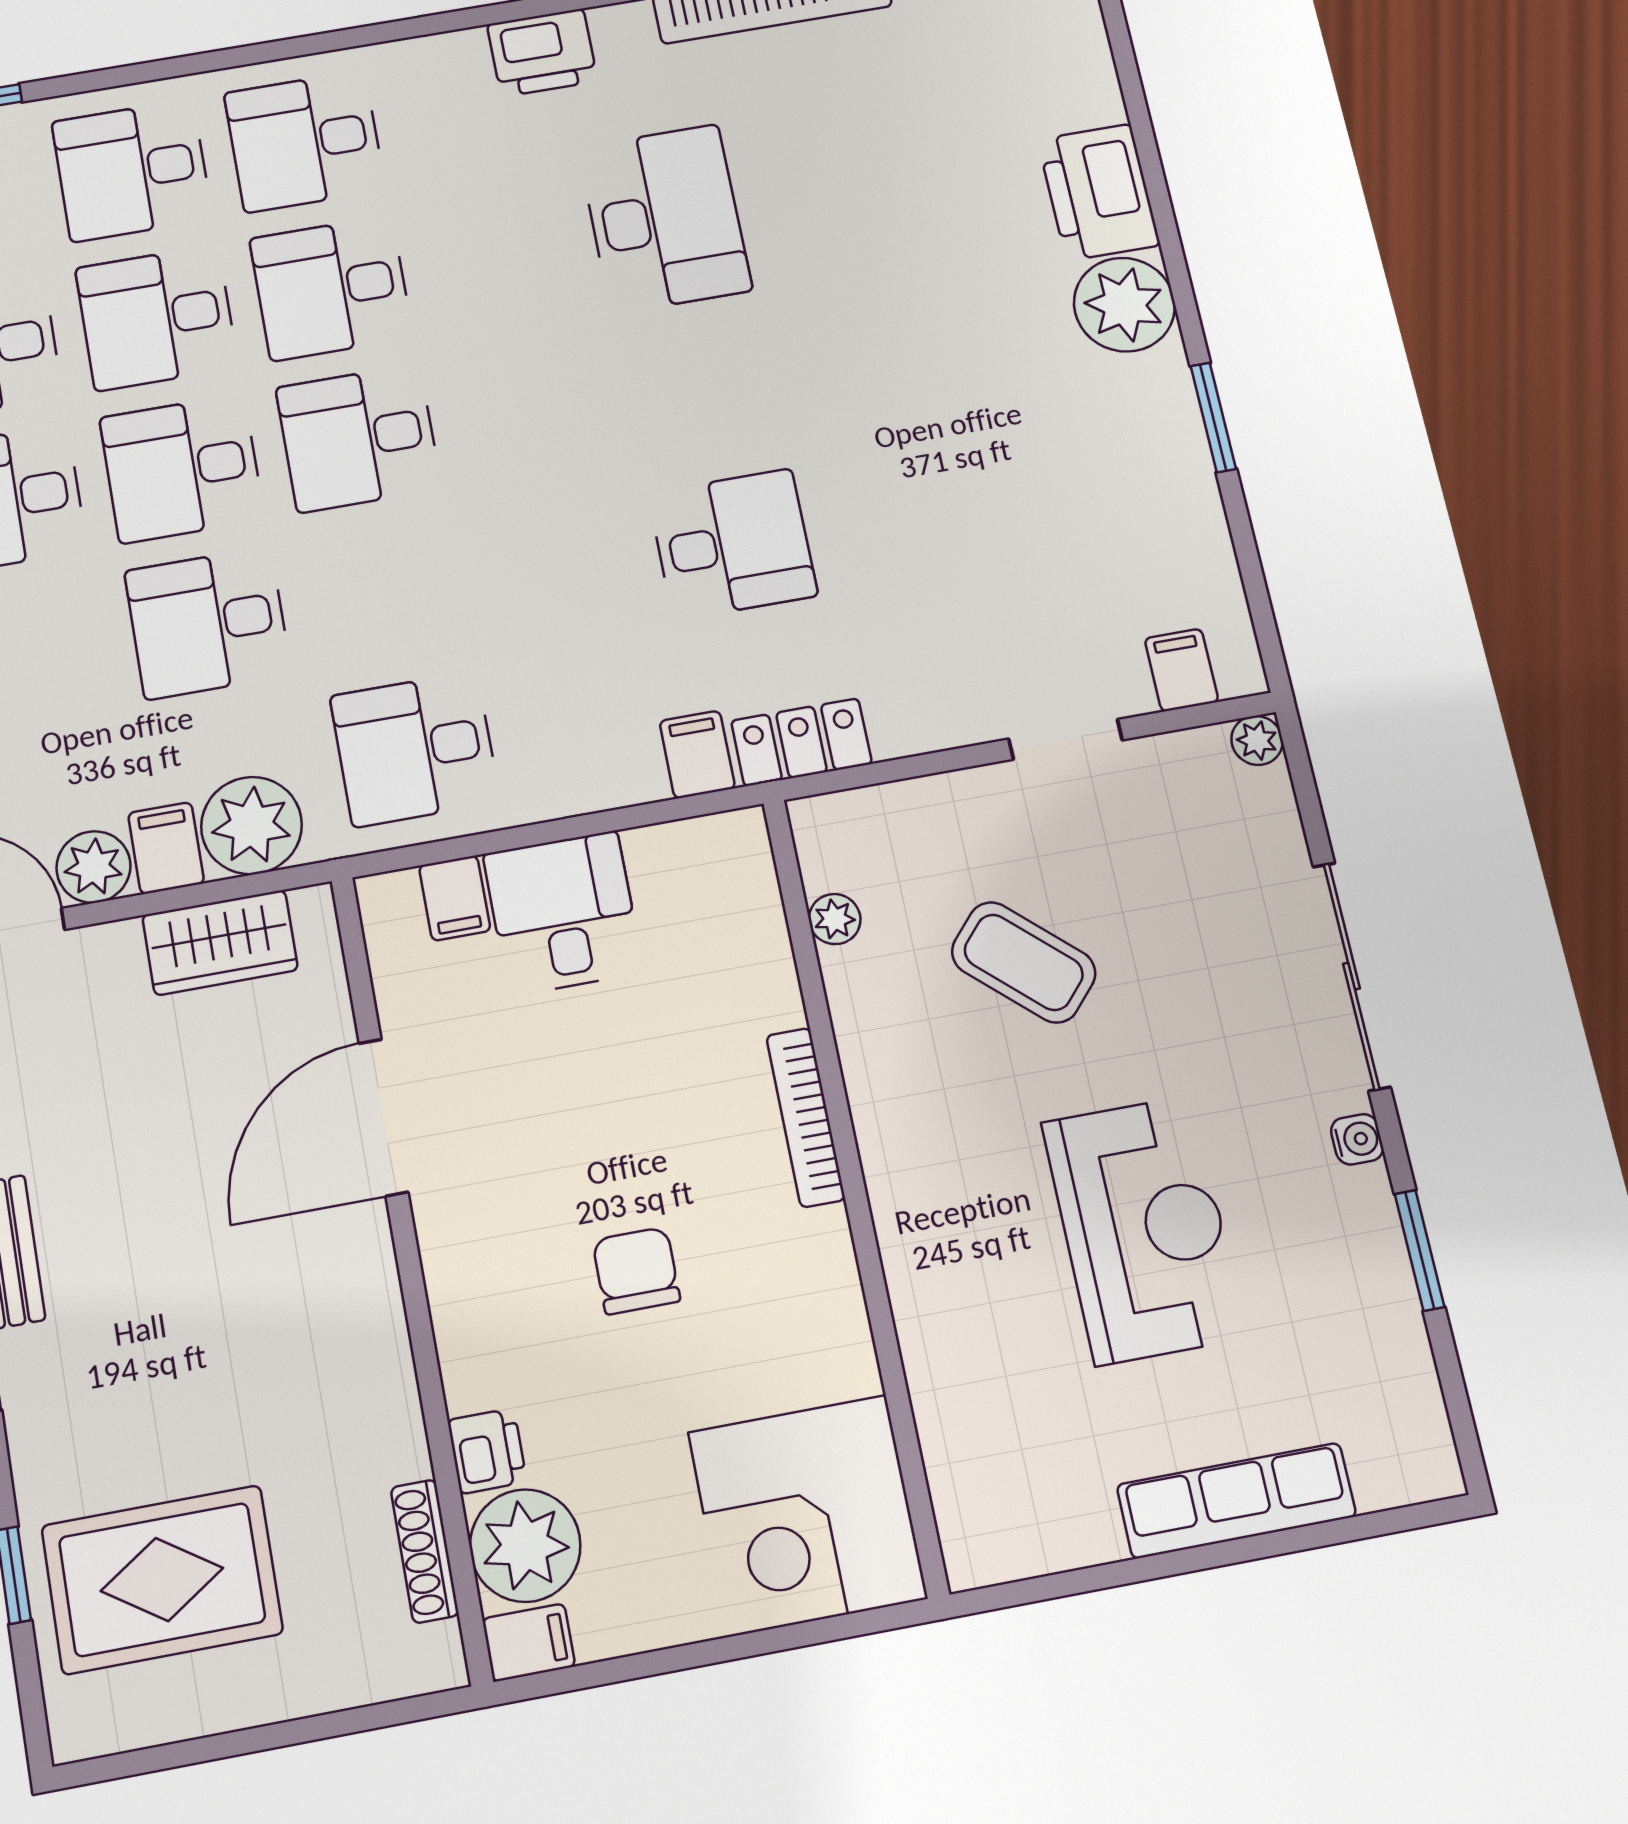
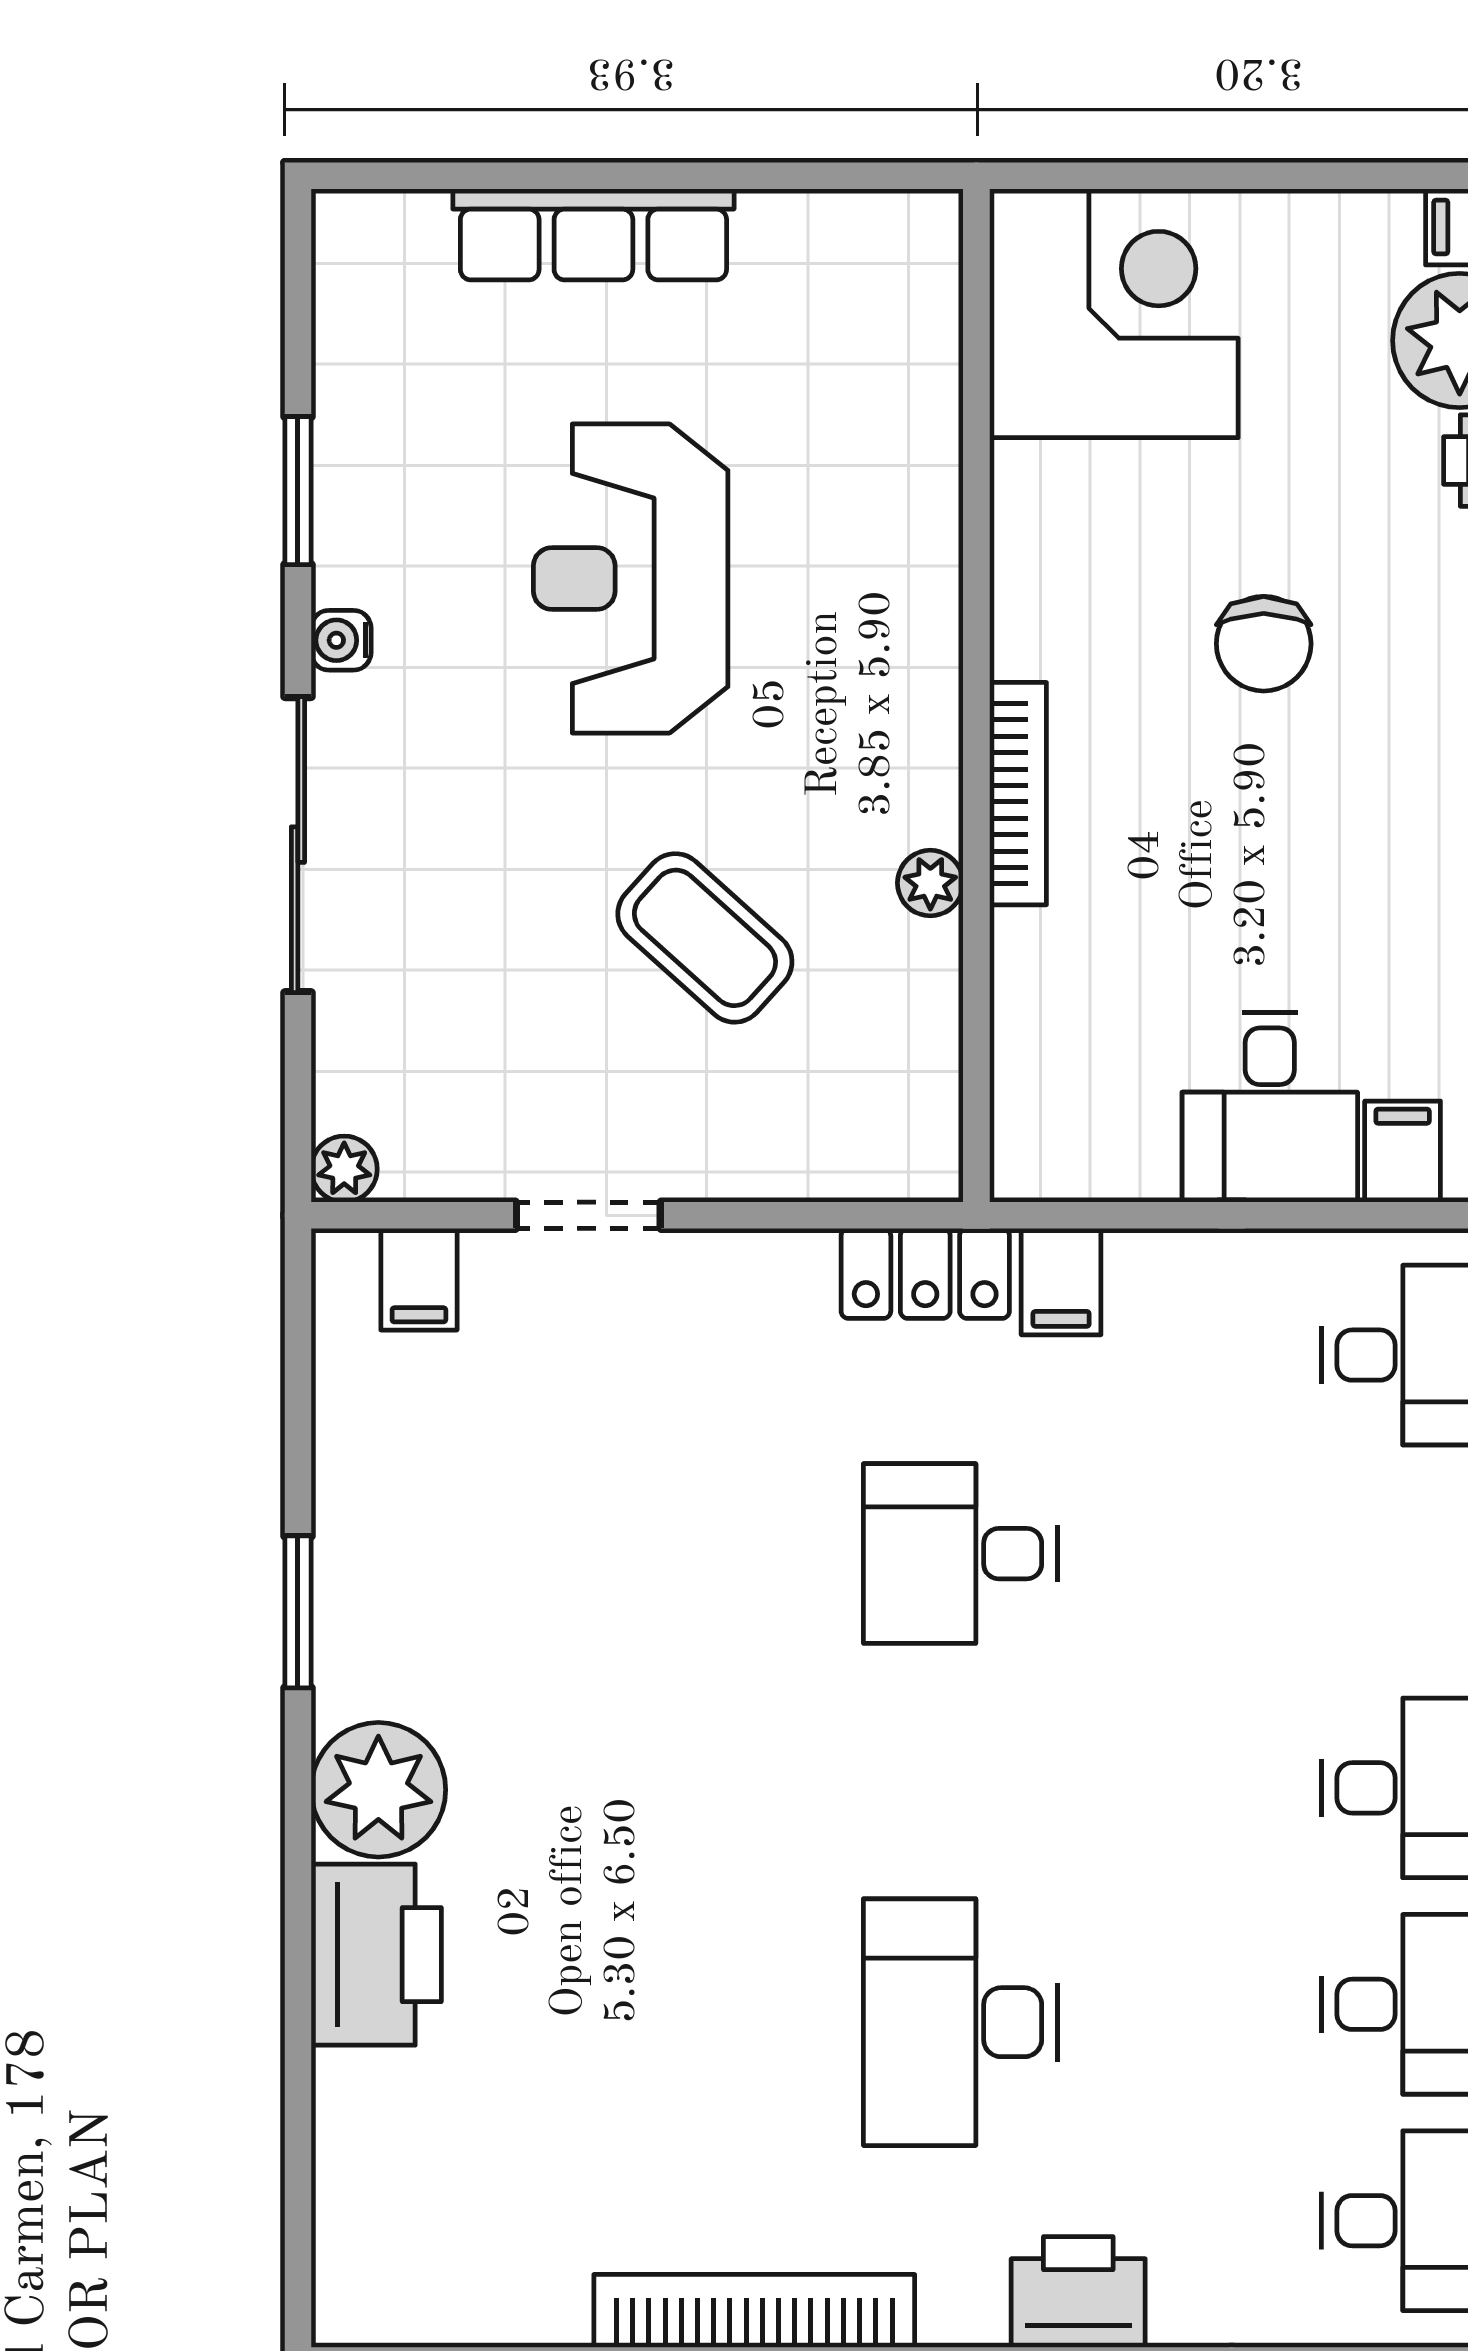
plant: (835, 919) -> (930, 883), moved

